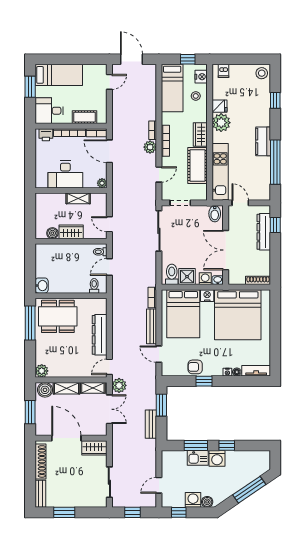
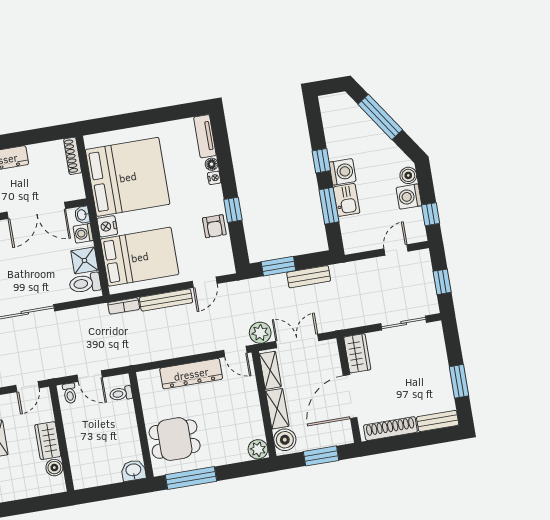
dining table: (58, 316) -> (175, 439), width x0.73
door: (159, 485) -> (396, 250), swing flipped

